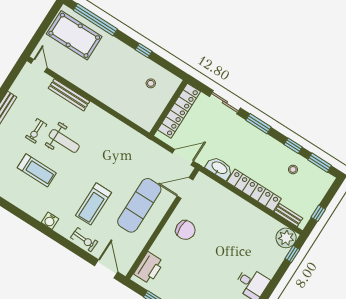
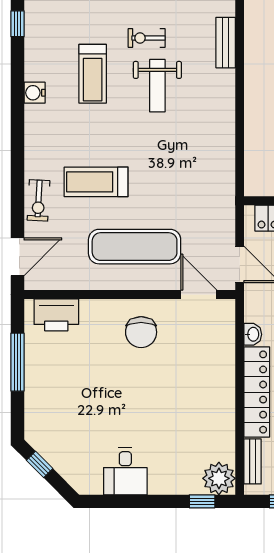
bench: (69, 95) -> (226, 43), width x0.73
washbasin: (219, 168) -> (253, 334), width x0.52, depth x0.69
water cooler: (50, 221) -> (35, 93), moved

